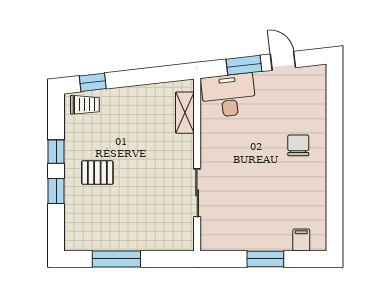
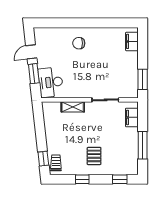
shelving: (185, 113) -> (73, 107), moved
window: (56, 191) -> (120, 179), moved
filing cabinet: (166, 240) -> (132, 117), added
filing cabinet: (301, 240) -> (132, 41), width x2.00
window: (265, 259) -> (143, 79), moved

